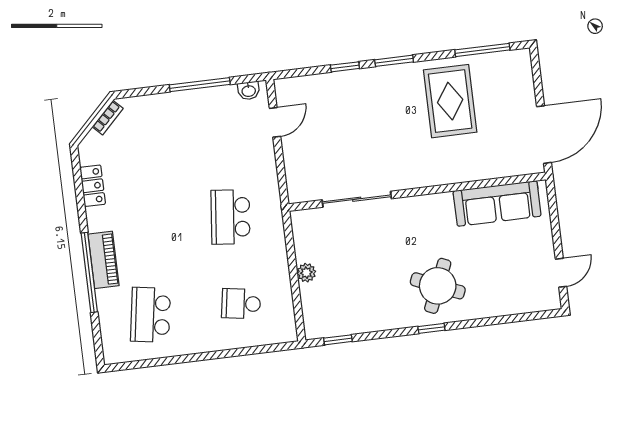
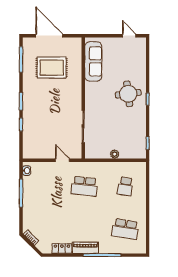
rug: (450, 101) -> (52, 68), moved
door: (275, 122) -> (62, 160), moved
door: (544, 135) -> (49, 36), moved
piano: (104, 260) -> (85, 248), moved
round table: (438, 286) -> (128, 94), turned -30

